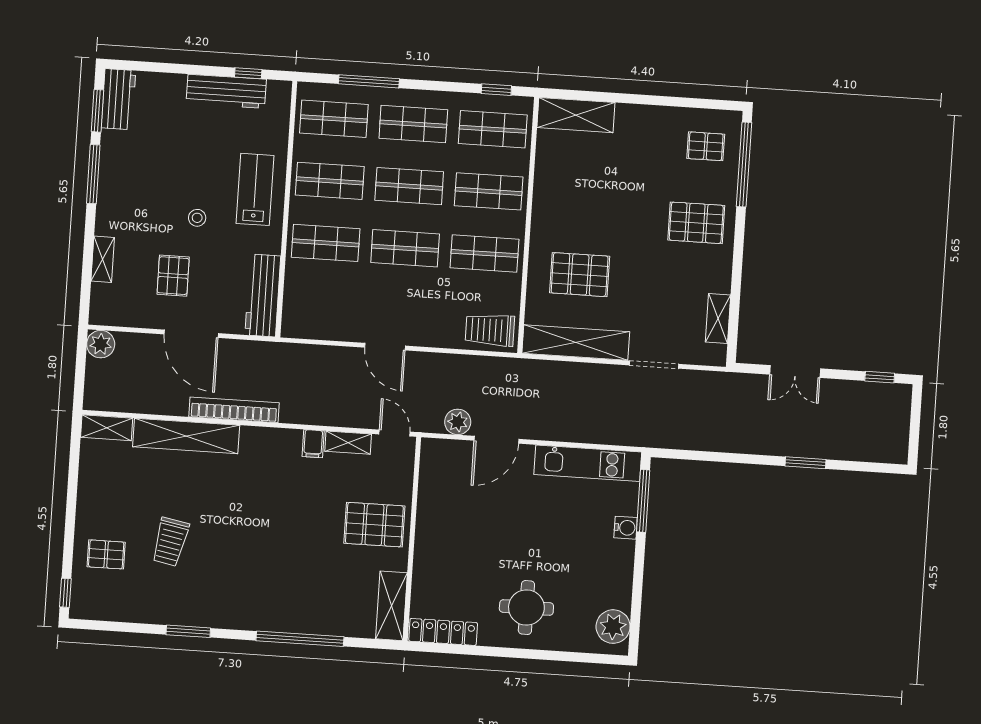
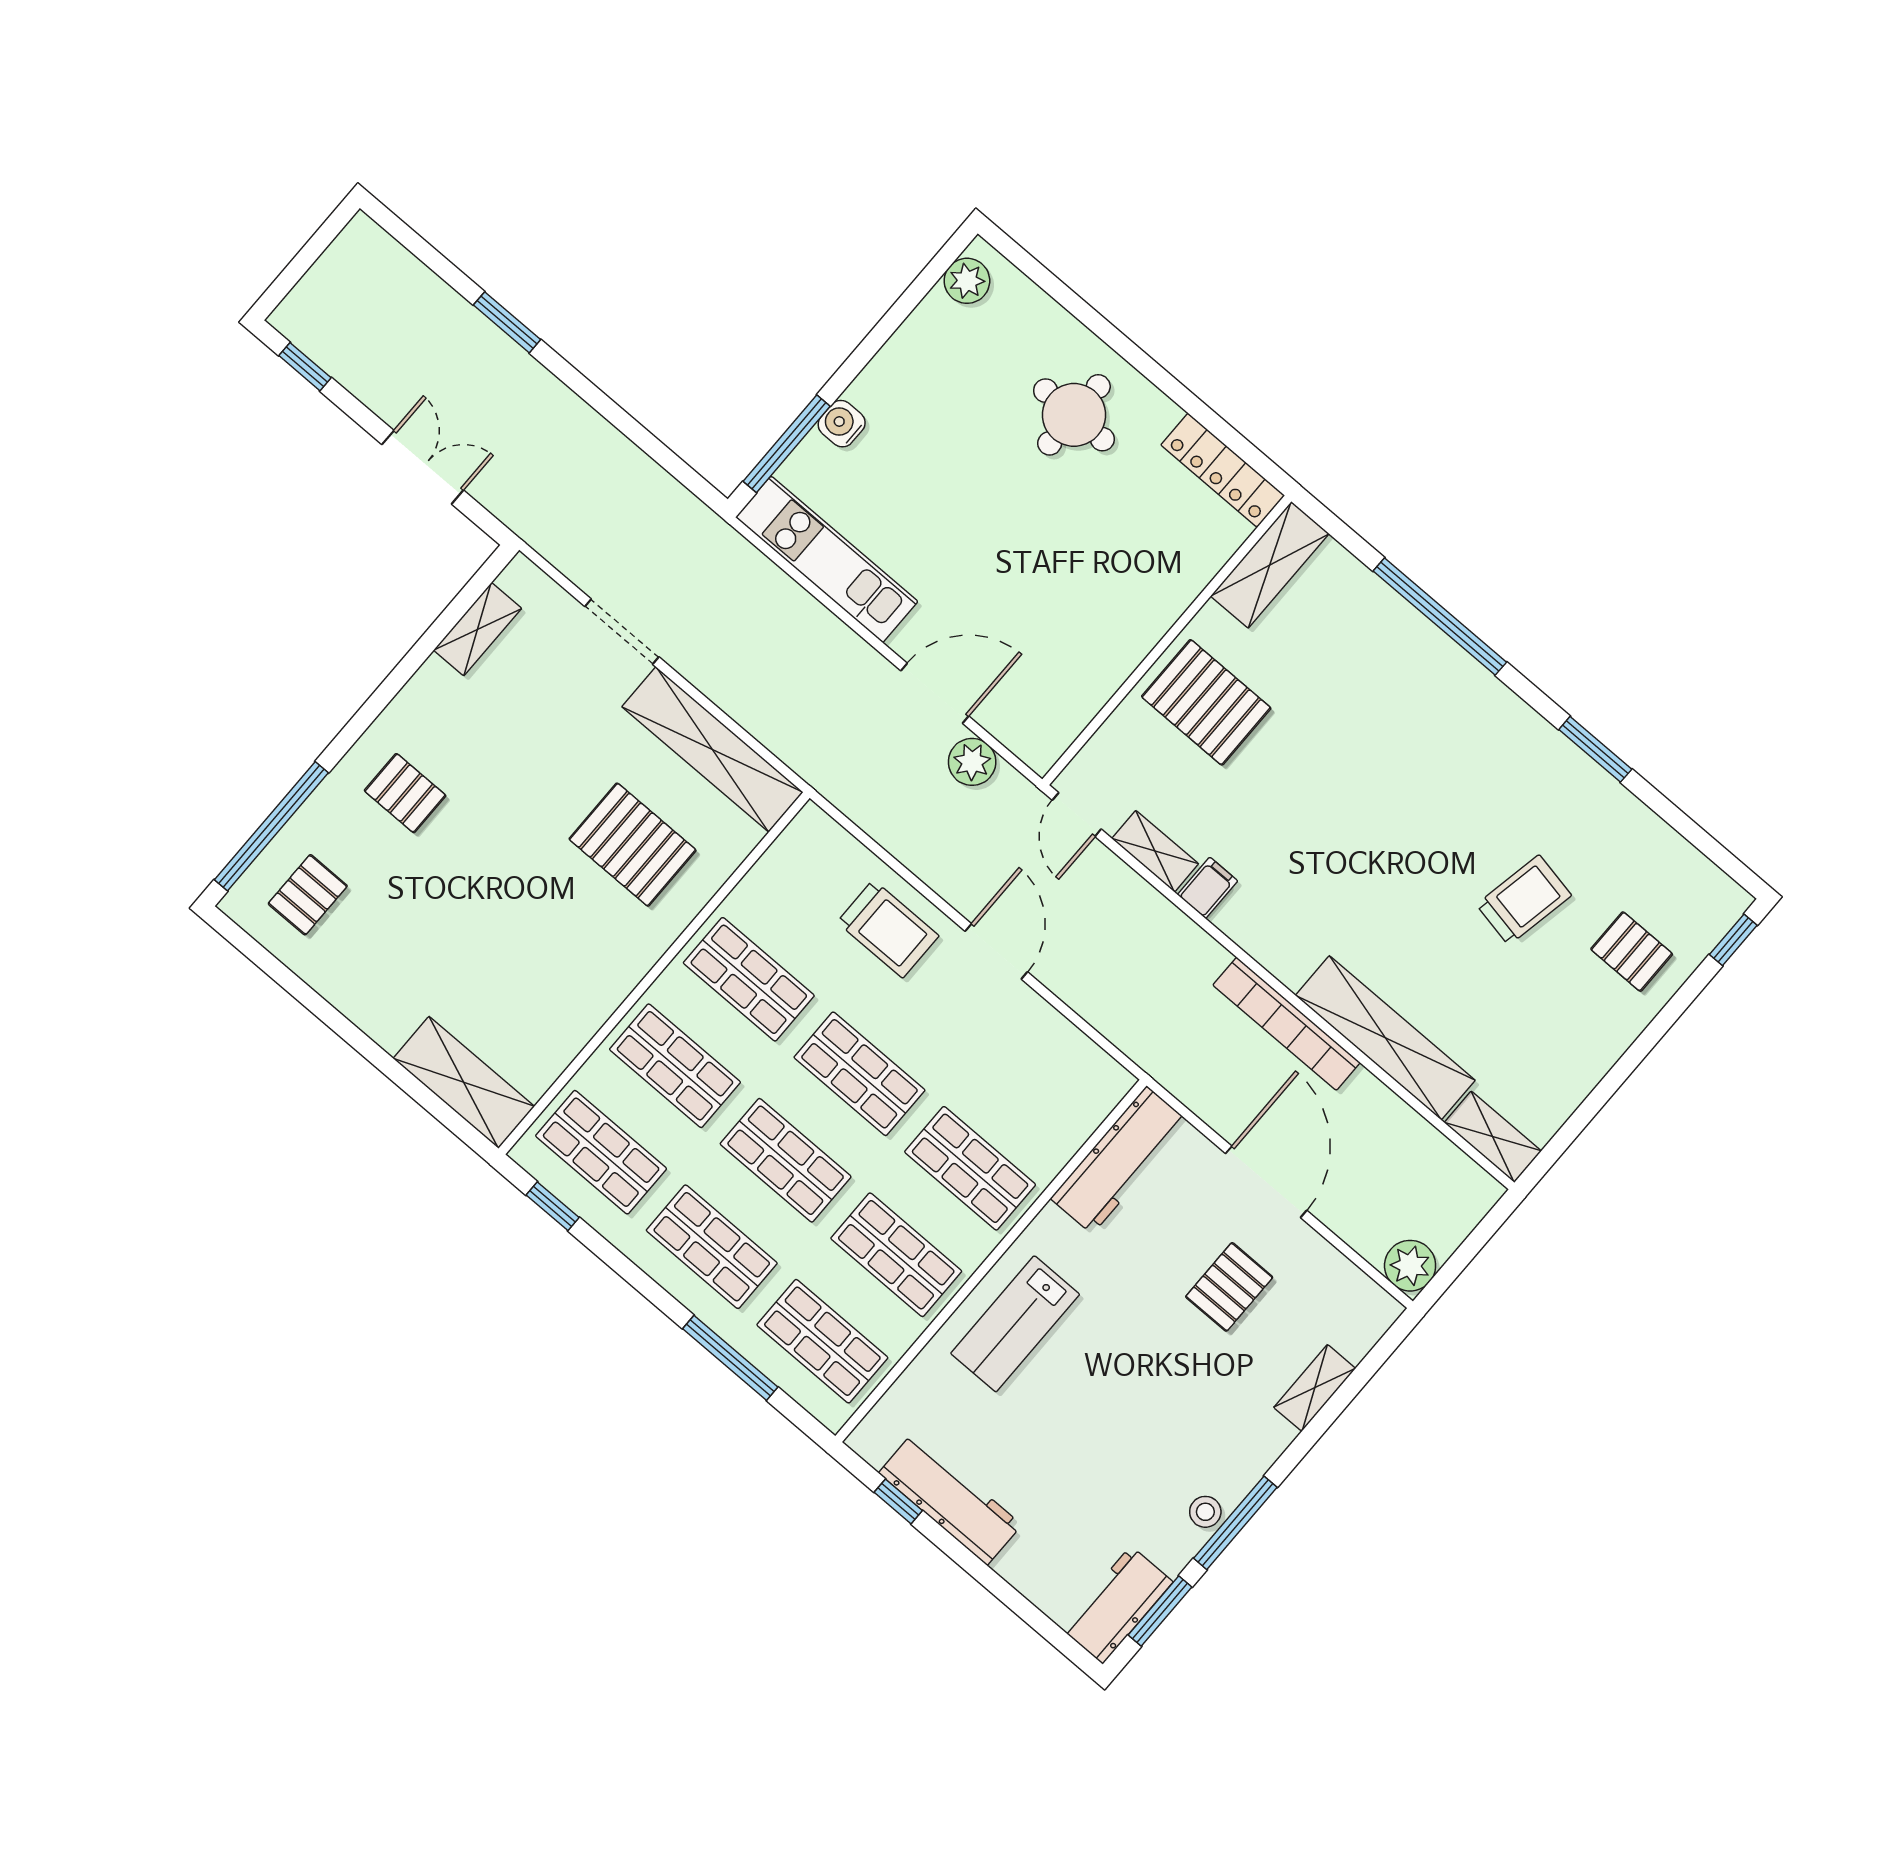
pallet: (706, 146) -> (308, 895), turned 90
stool: (197, 218) -> (1205, 1512), moved
pallet: (696, 223) -> (405, 793), width x0.67, depth x0.71
trolley: (490, 330) -> (888, 929), moved
plant: (613, 627) -> (967, 281), width x0.73, depth x0.73

